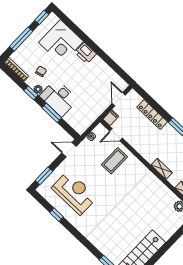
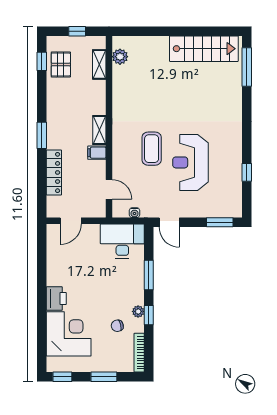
window: (21, 39) -> (104, 377), width x0.69
desk: (59, 98) -> (122, 241), moved, turned -90
filing cabinet: (111, 118) -> (97, 153), moved
coffee table: (114, 161) -> (152, 149), moved, turned 90
shelving: (162, 169) -> (99, 130), moved
reception desk: (74, 193) -> (190, 162), moved

